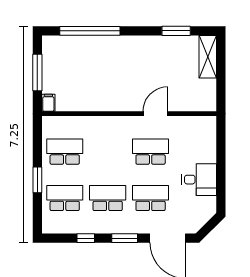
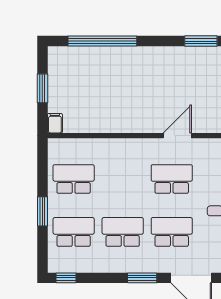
window: (37, 72) -> (42, 88), width x0.69
window: (86, 238) -> (66, 278), moved

